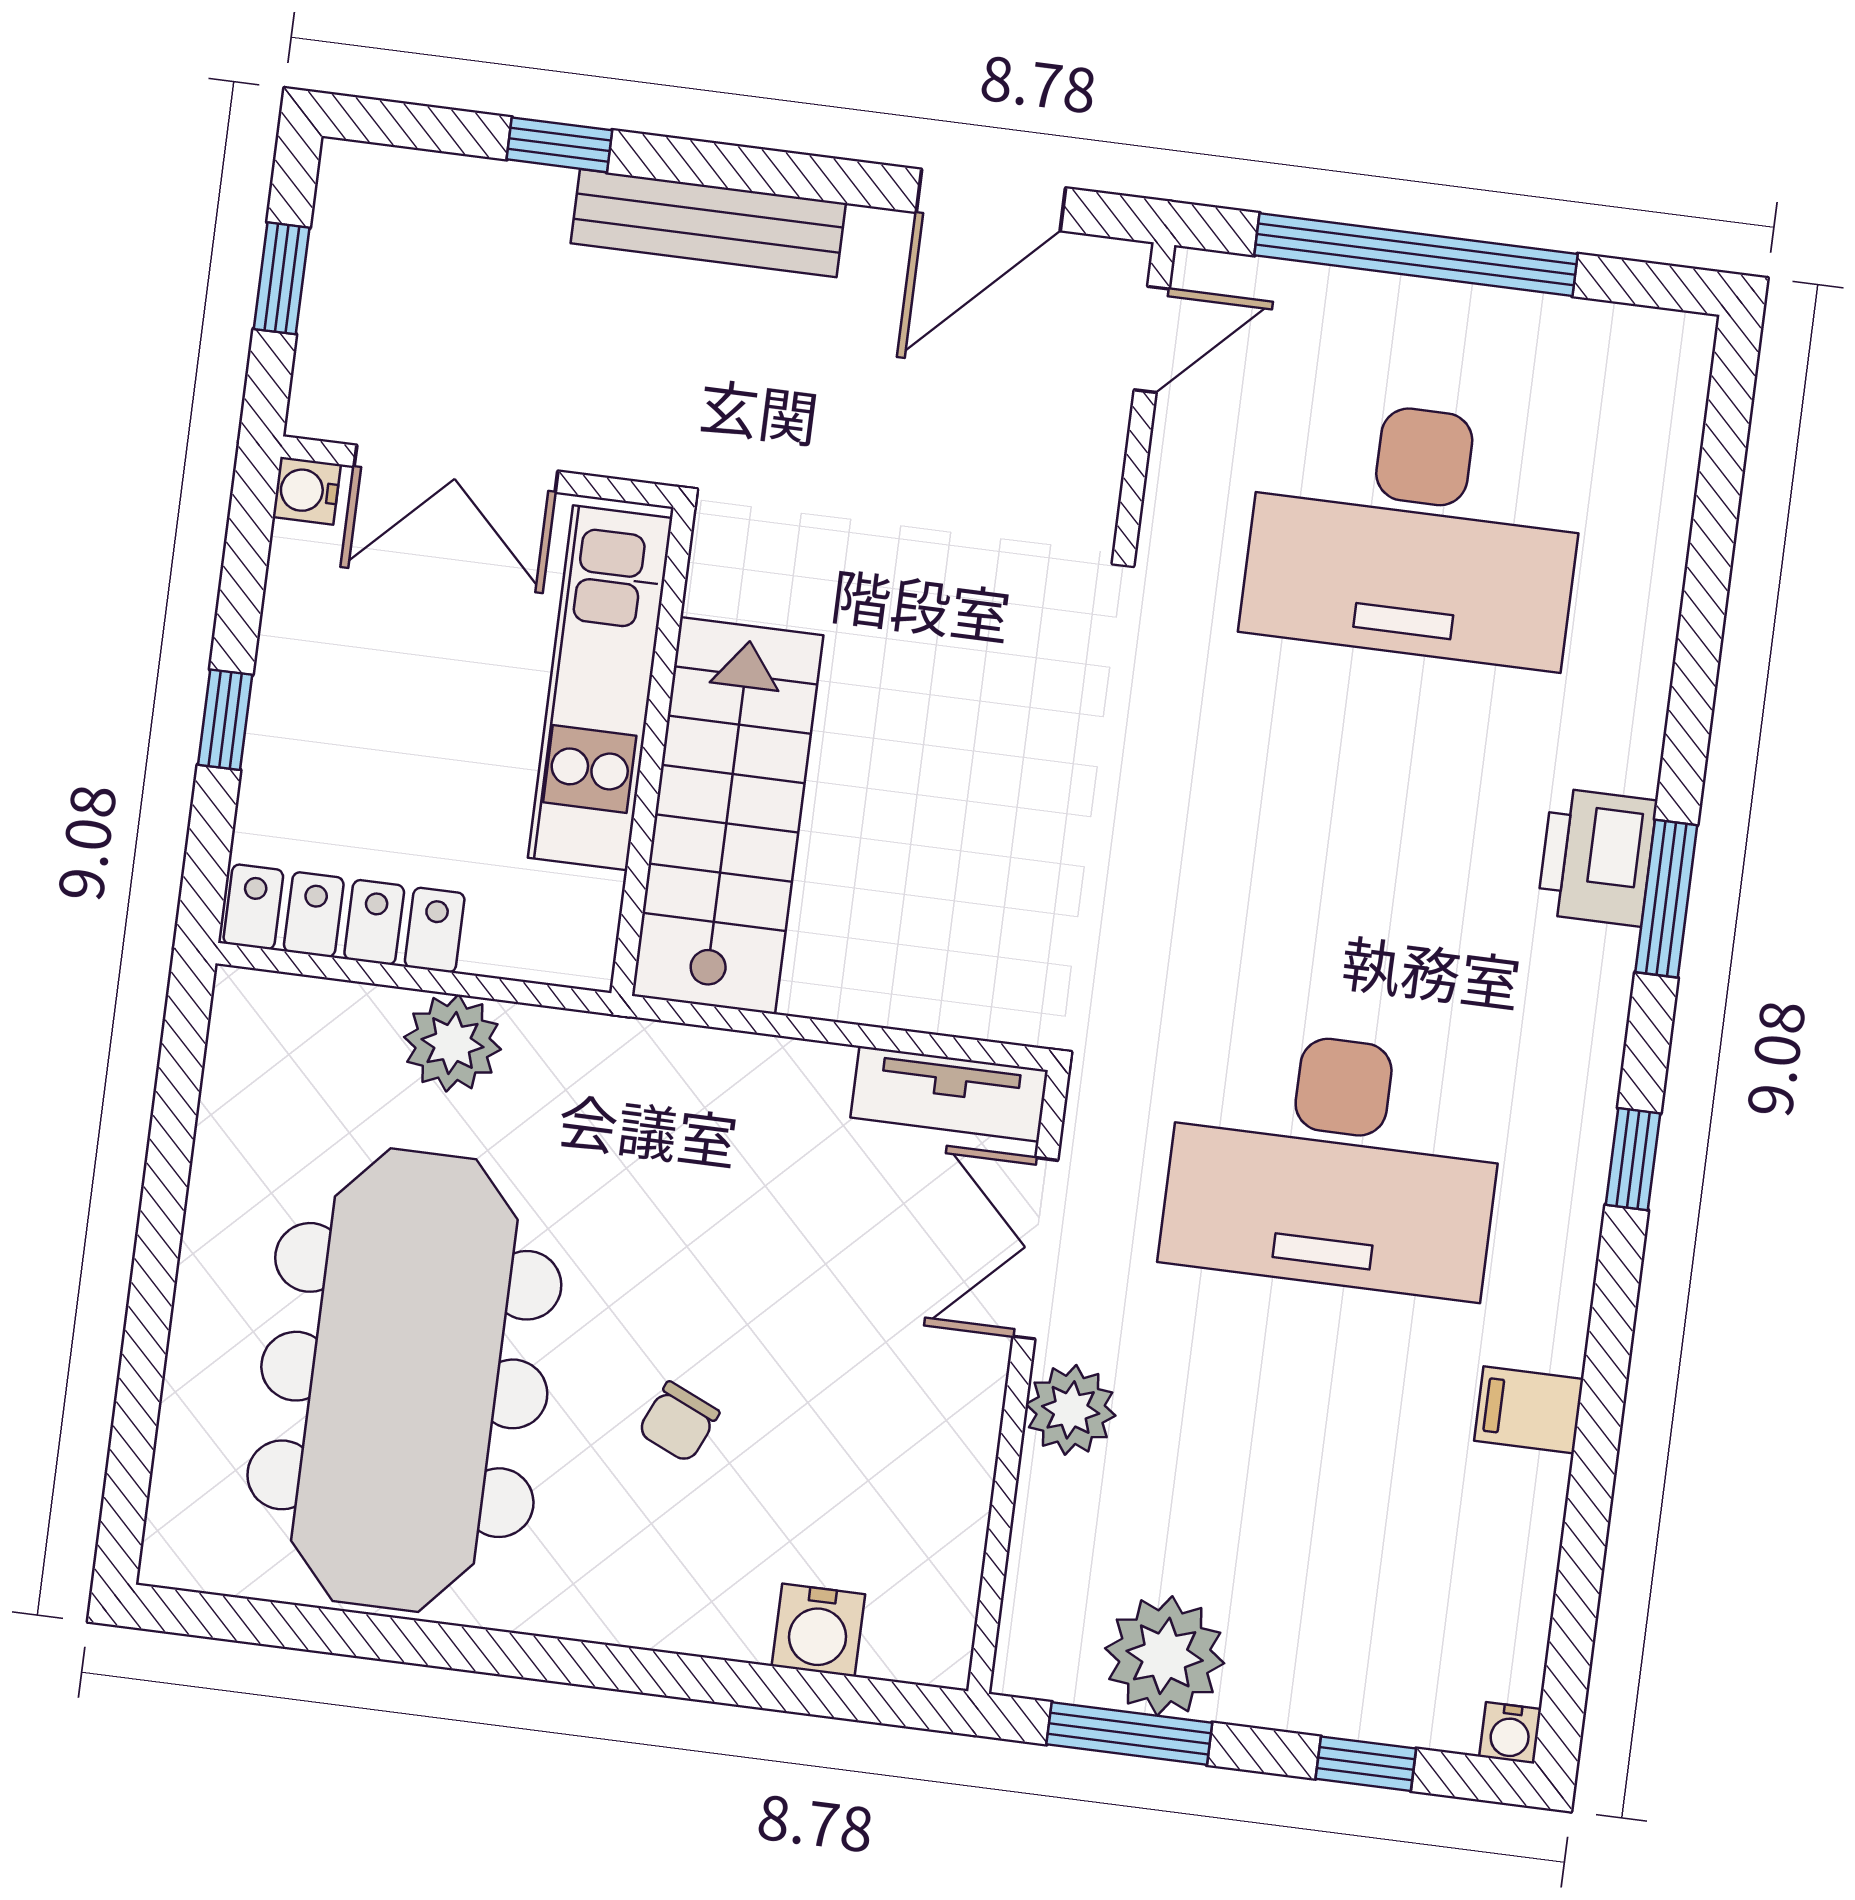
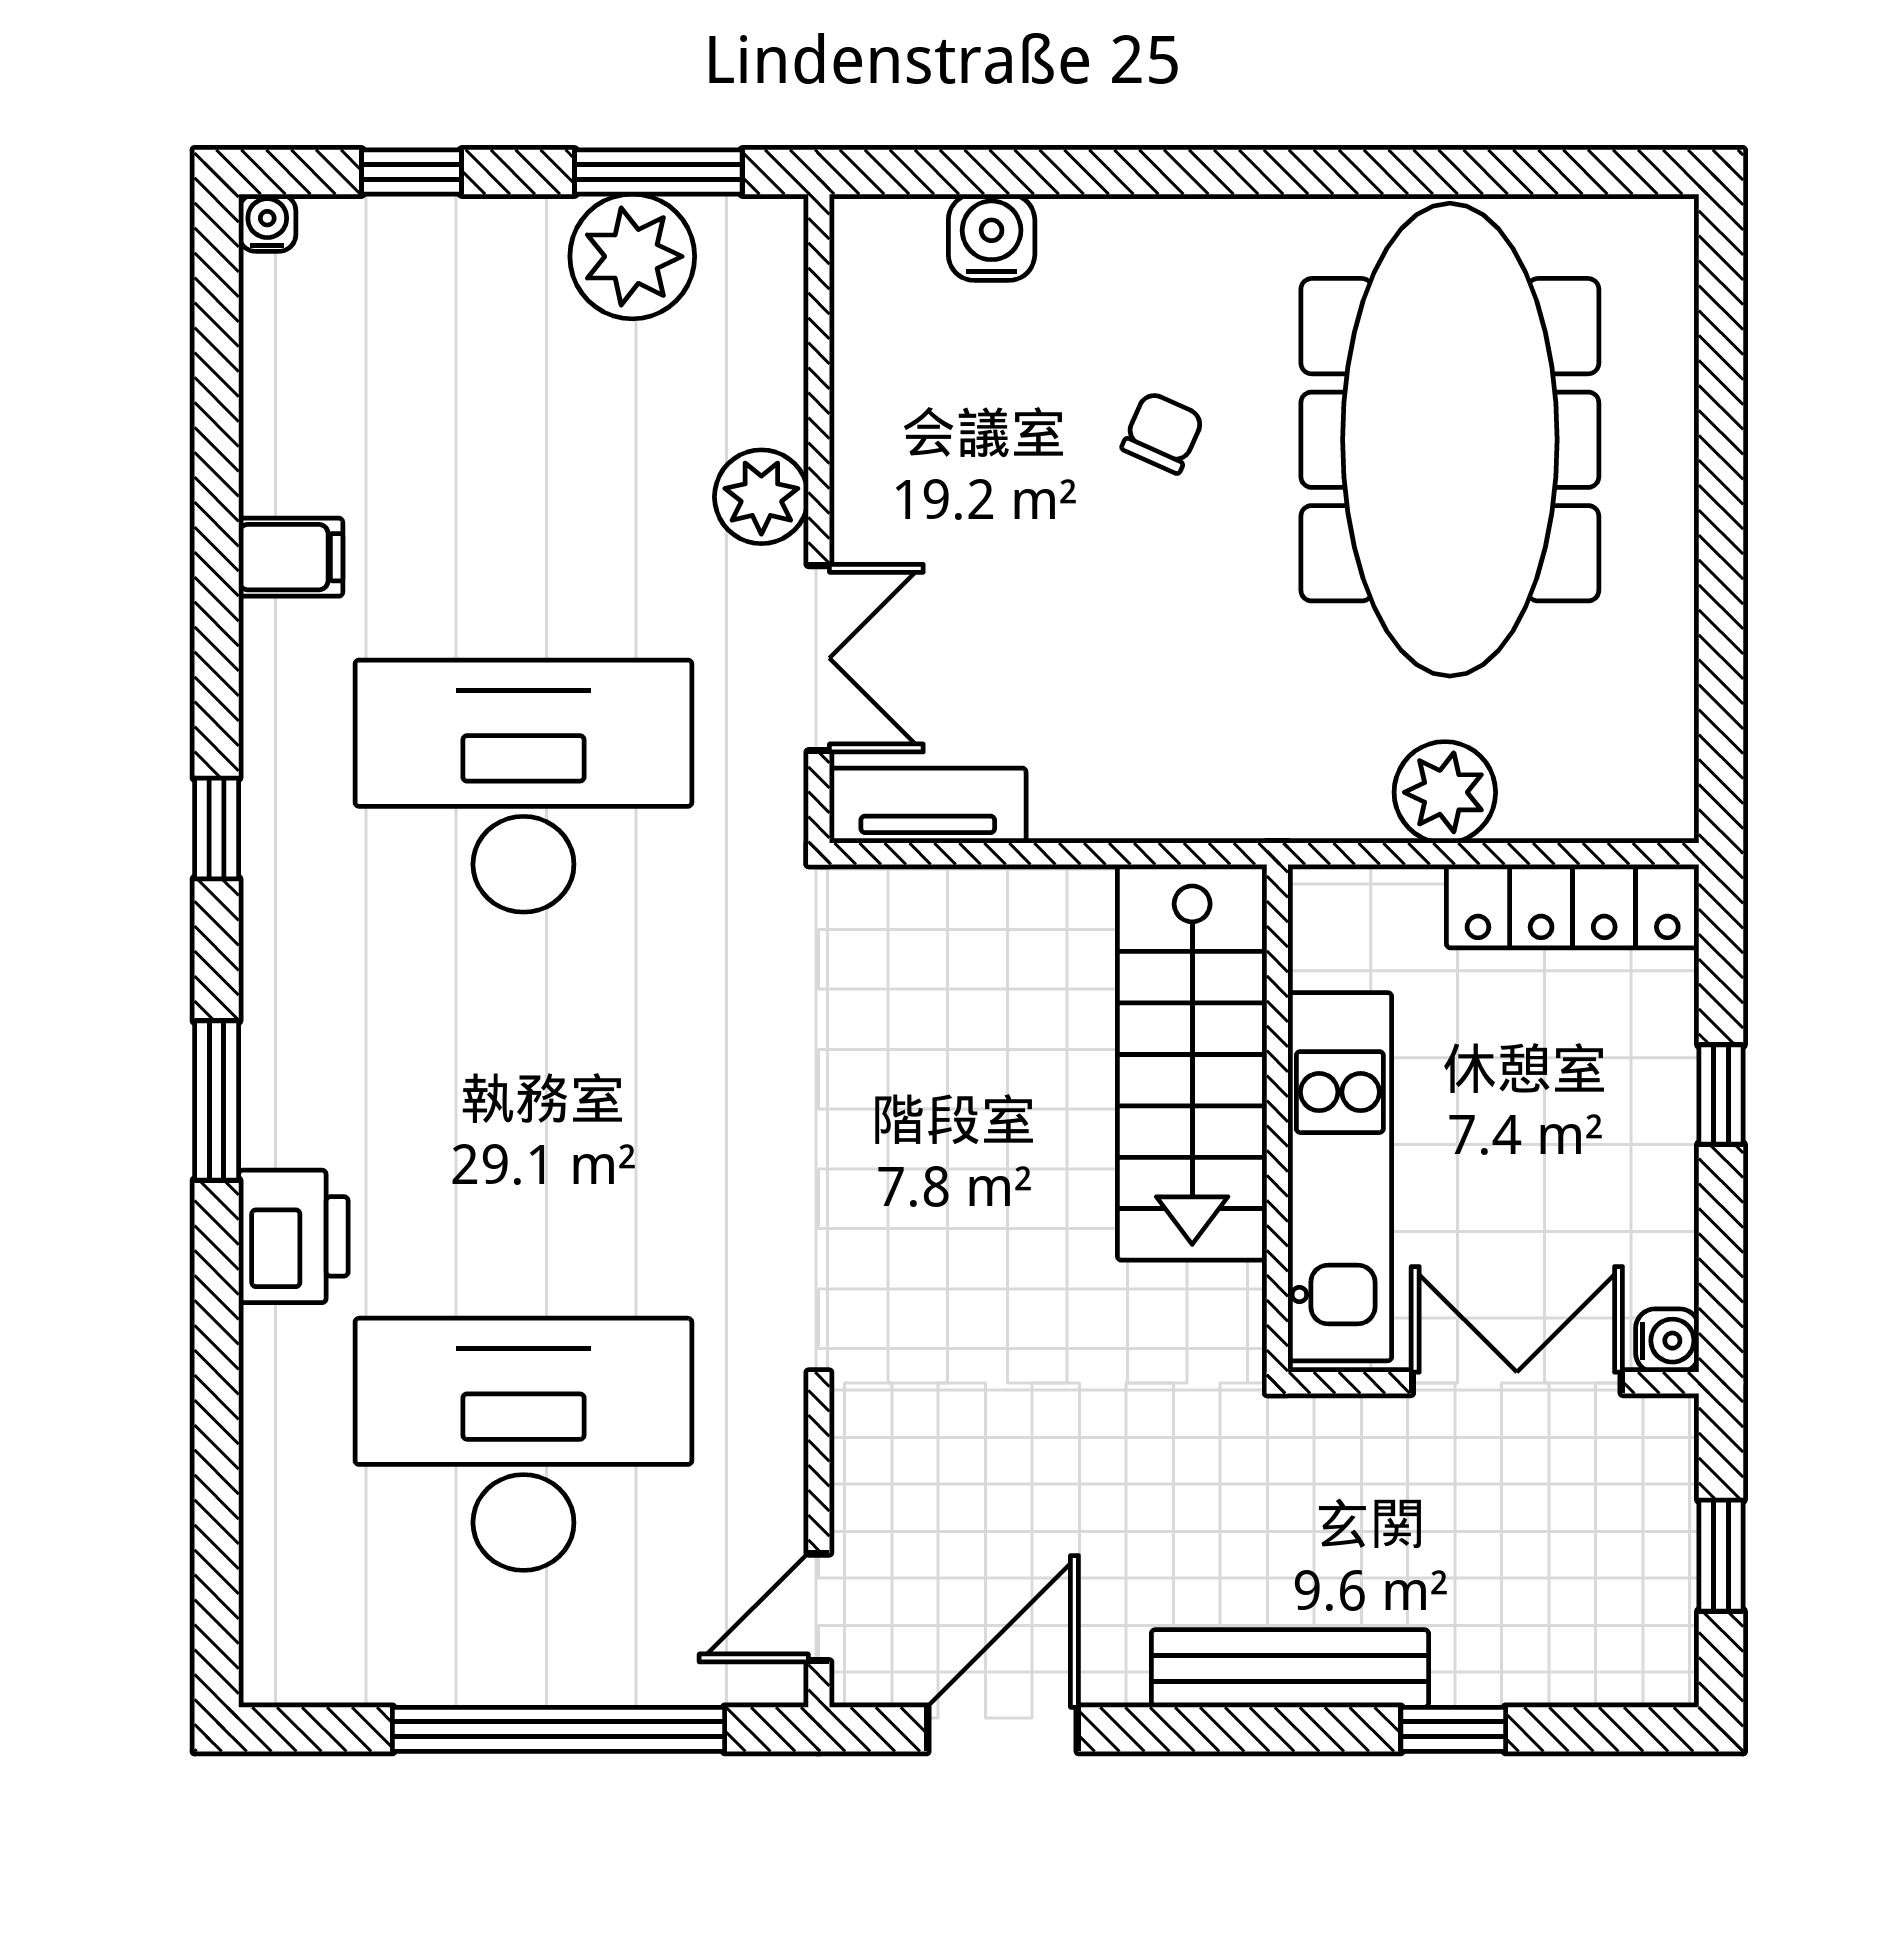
printer: (1597, 857) -> (293, 1236), moved

